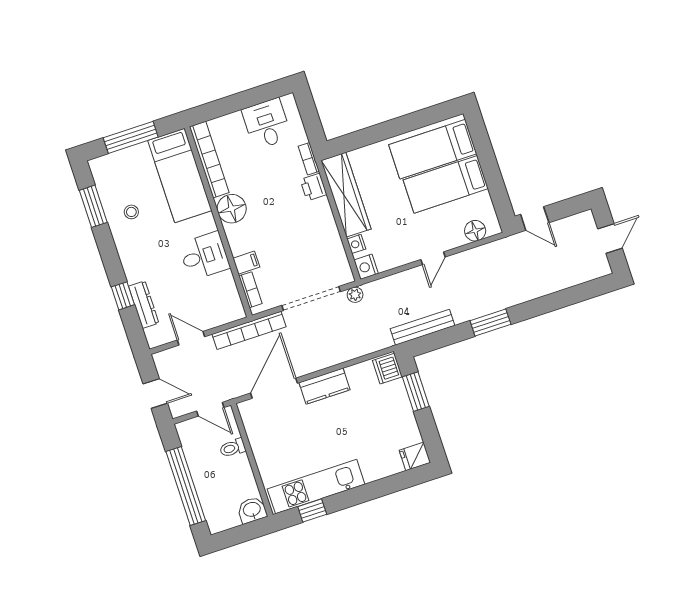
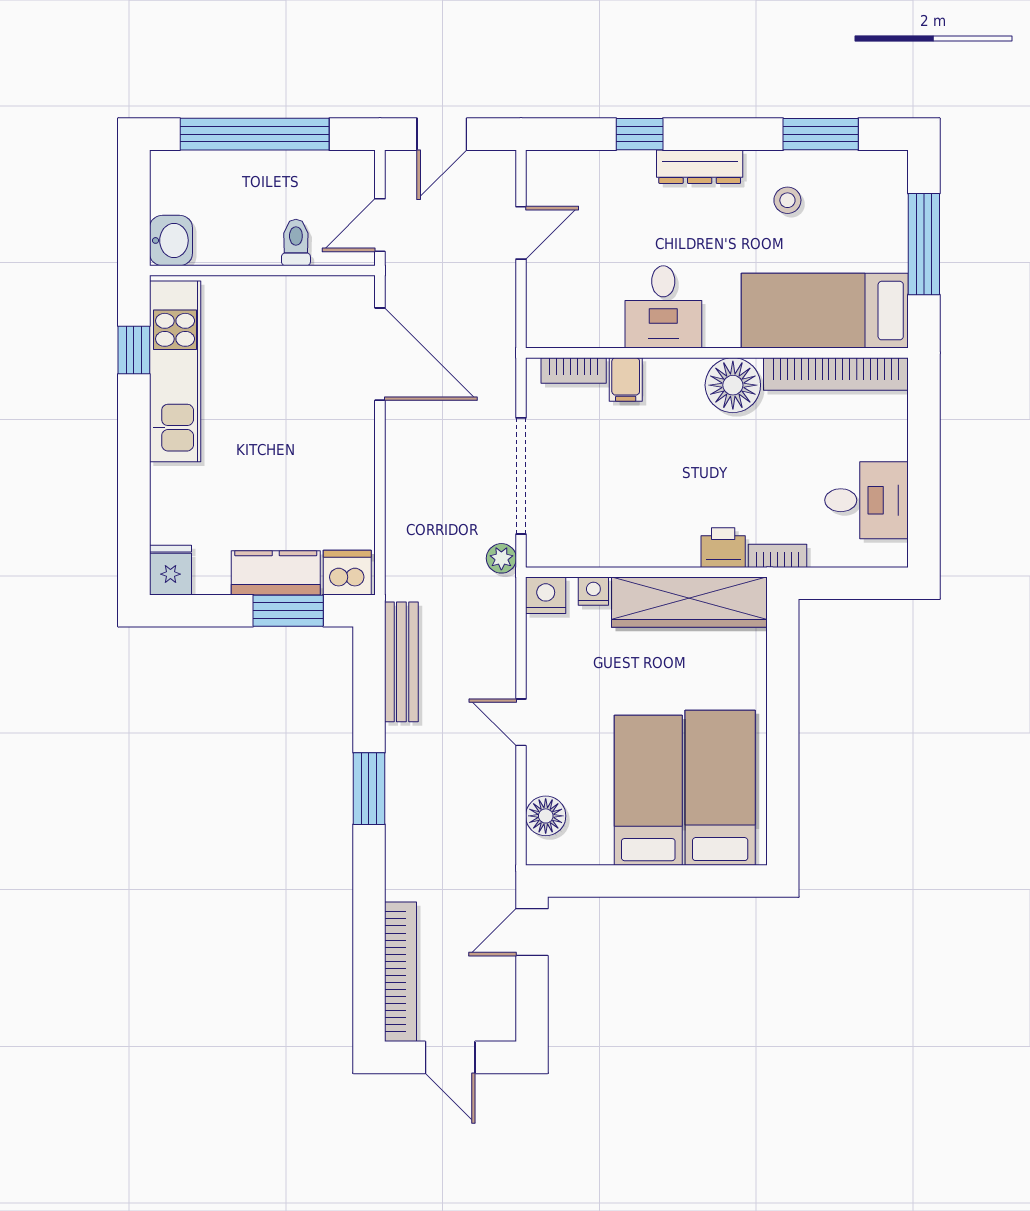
dresser: (144, 305) -> (700, 167), moved
bookcase: (249, 330) -> (401, 972), moved, turned 180
kitchen counter: (324, 386) -> (276, 573), moved, turned 90

